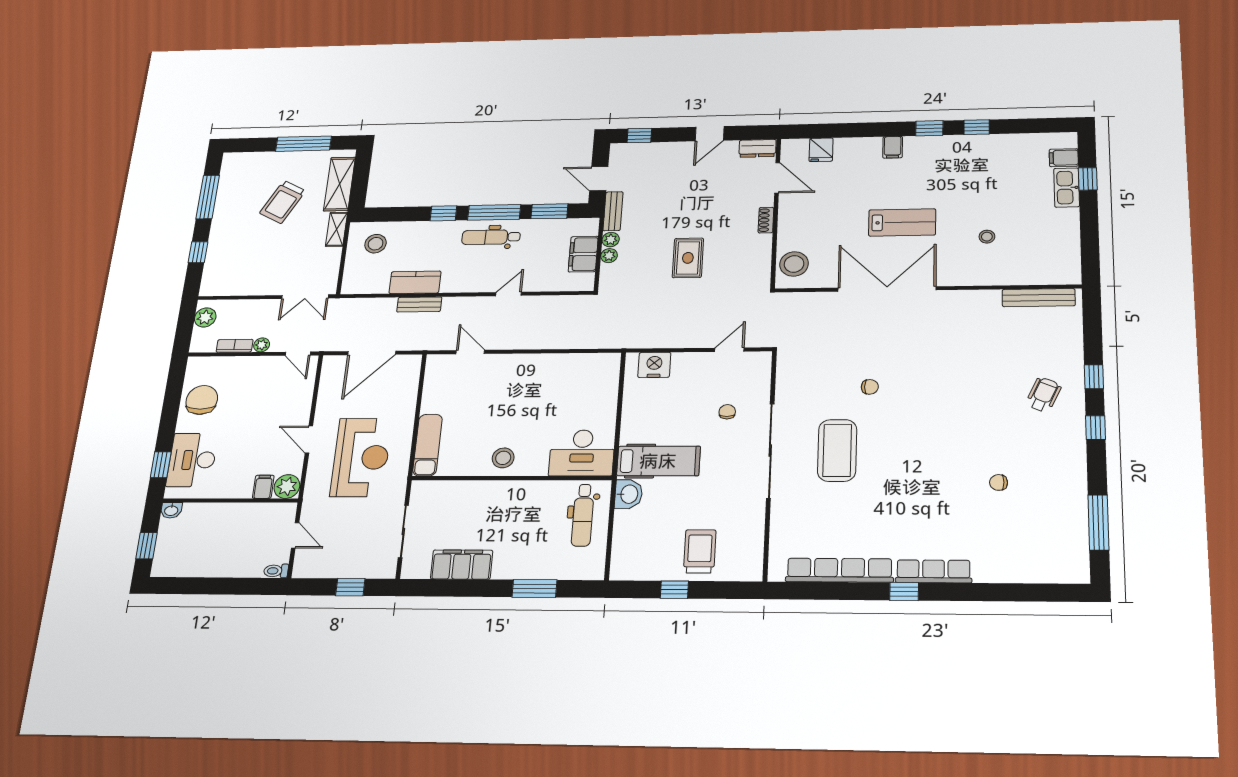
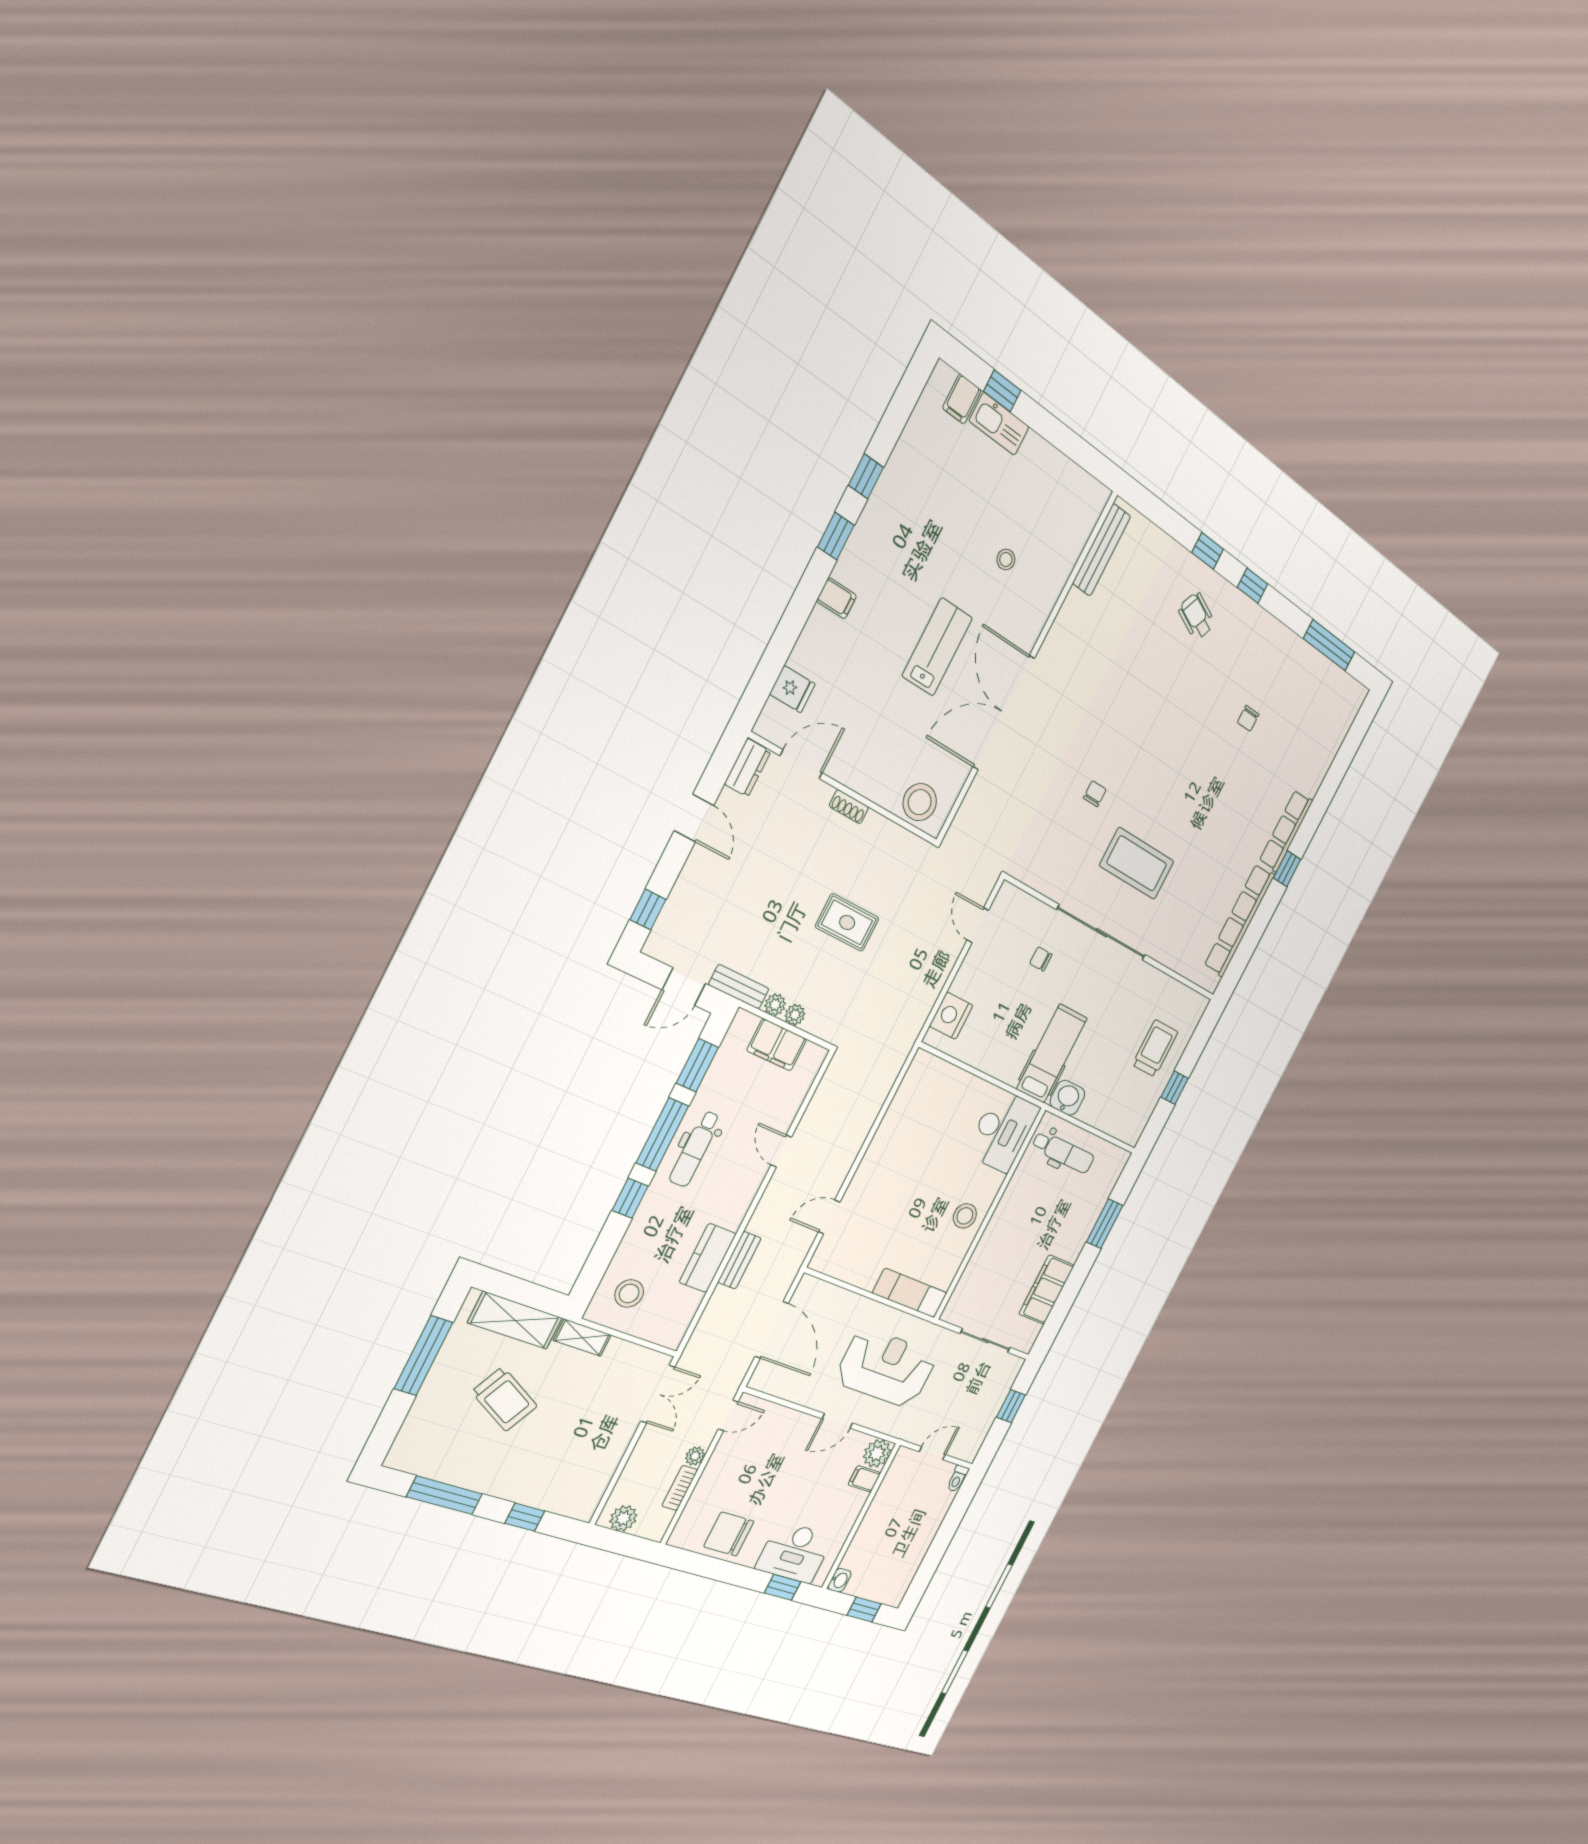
trolley: (700, 551) -> (1155, 1048), turned 90

